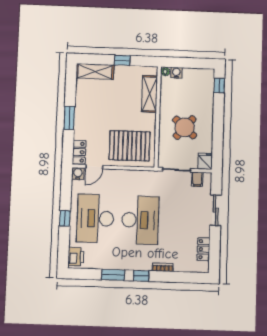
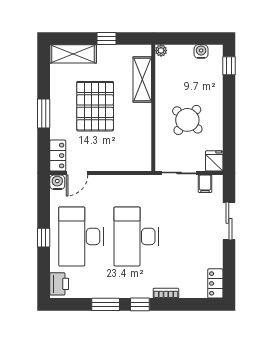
water cooler: (176, 73) -> (201, 52), moved
pallet: (130, 146) -> (95, 106), moved, turned 90
desk: (140, 220) -> (136, 236), turned 180
locker: (203, 249) -> (215, 283), moved

